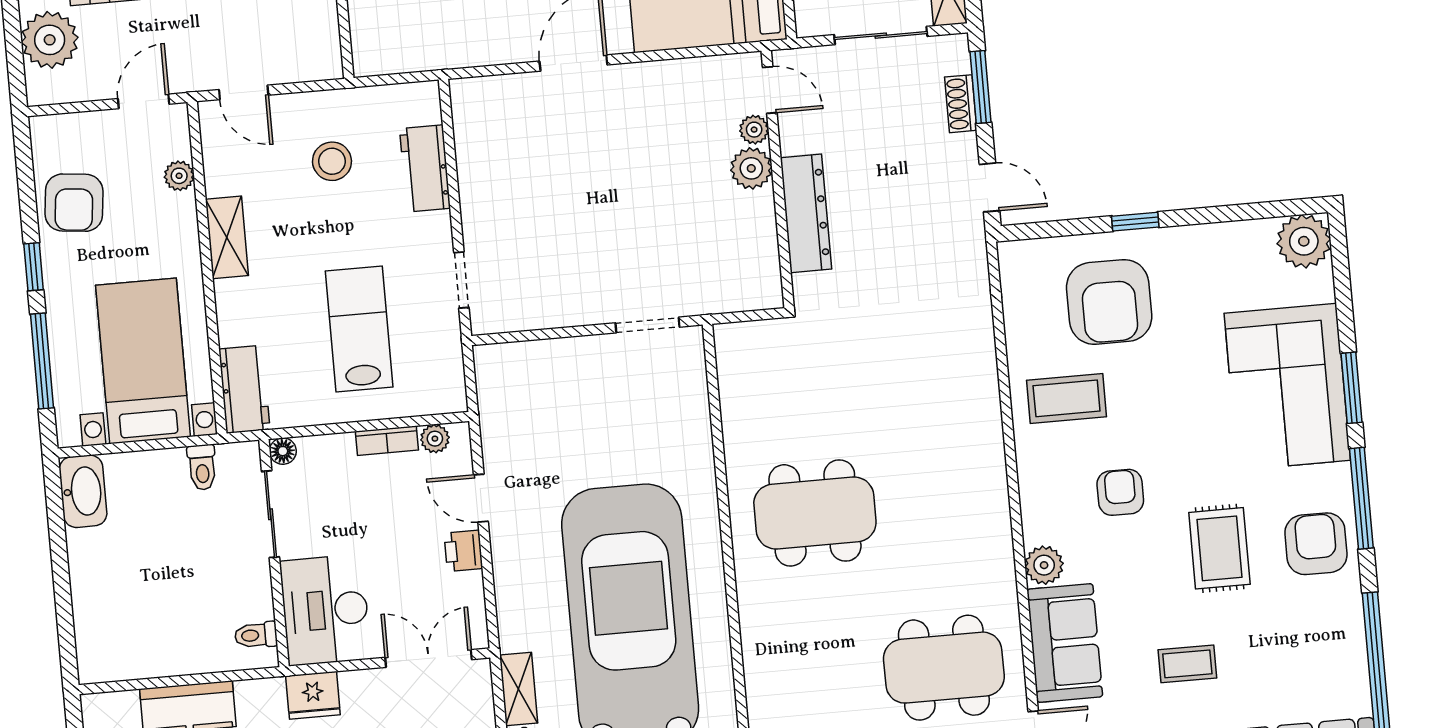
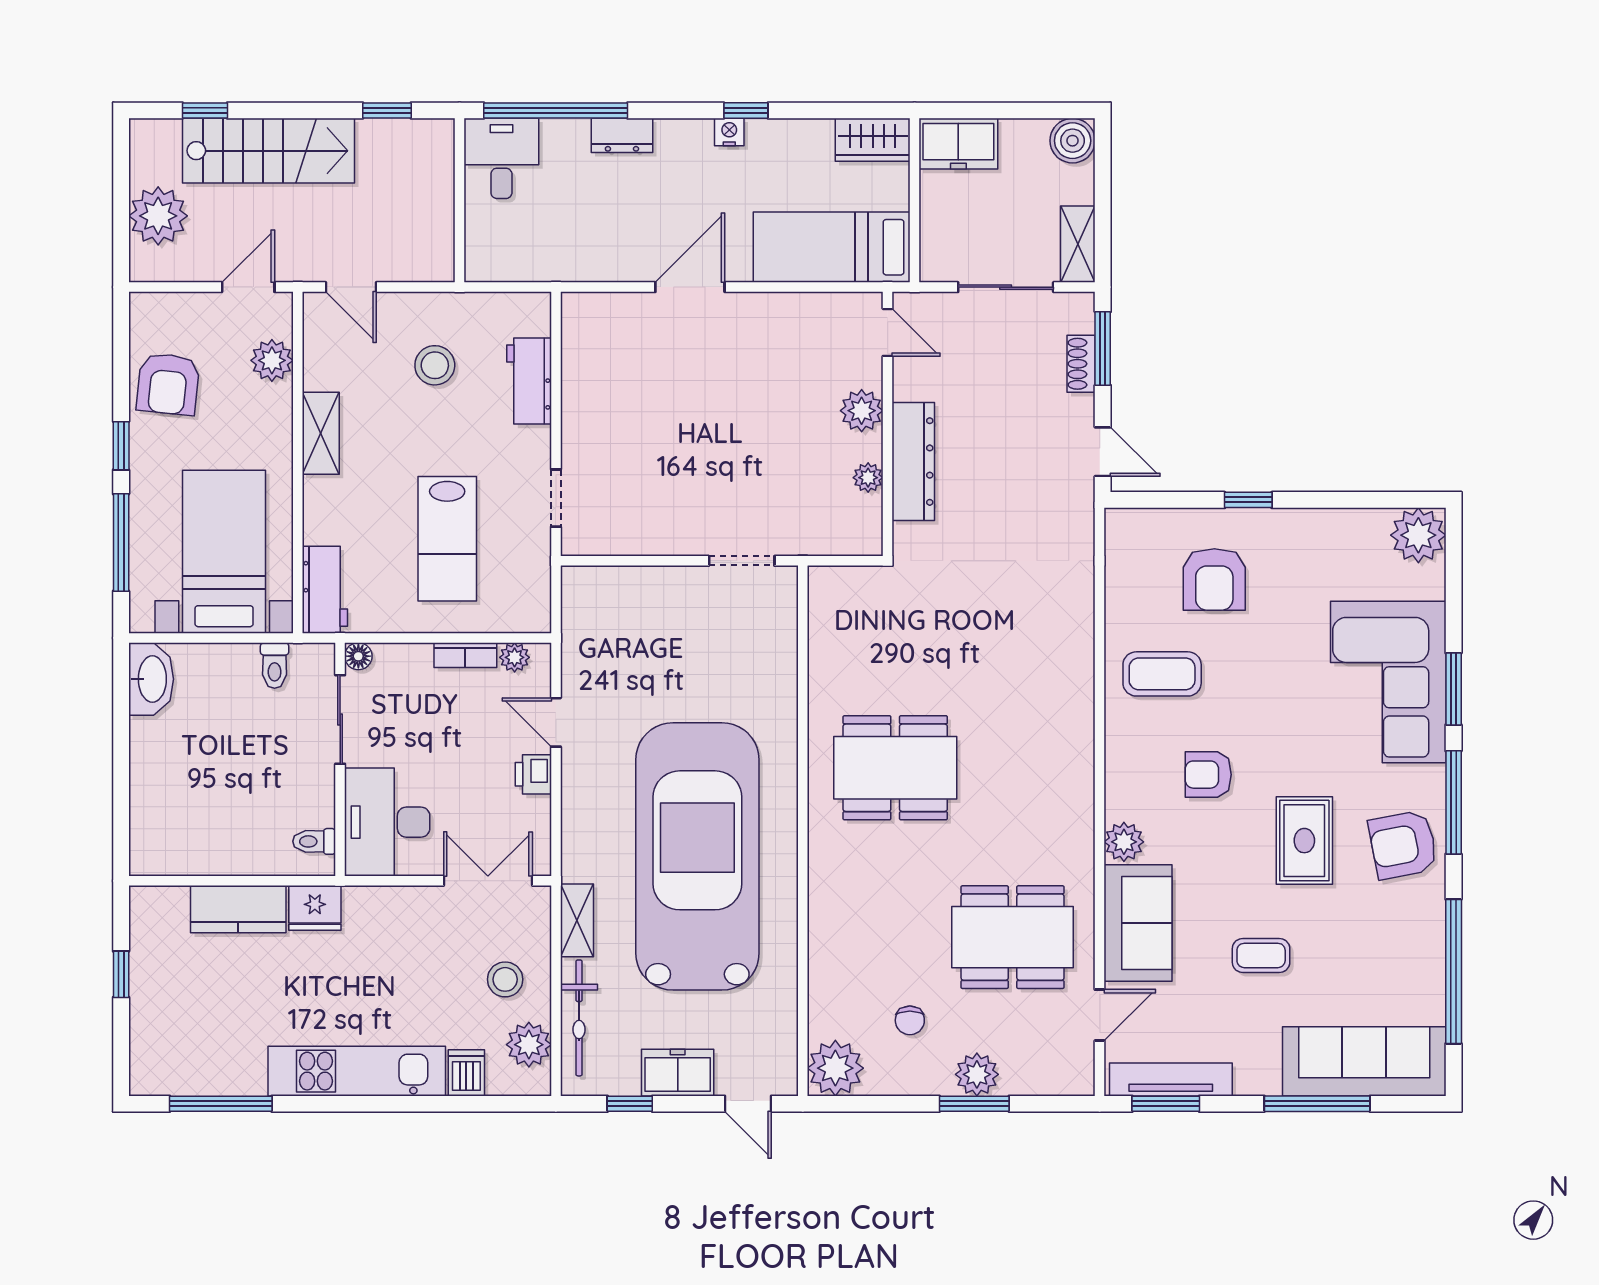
plant: (754, 130) -> (868, 478), moved
plant: (179, 176) -> (272, 360), width x1.38, depth x1.38
armchair: (1109, 302) -> (1214, 579), width x0.73, depth x0.73
lab bench: (359, 329) -> (447, 539), turned 180
armchair: (1120, 492) -> (1208, 775), turned -90
armchair: (1316, 544) -> (1403, 845), turned -101
fridge: (313, 695) -> (315, 908), moved

